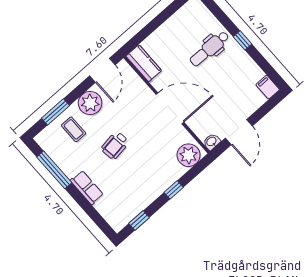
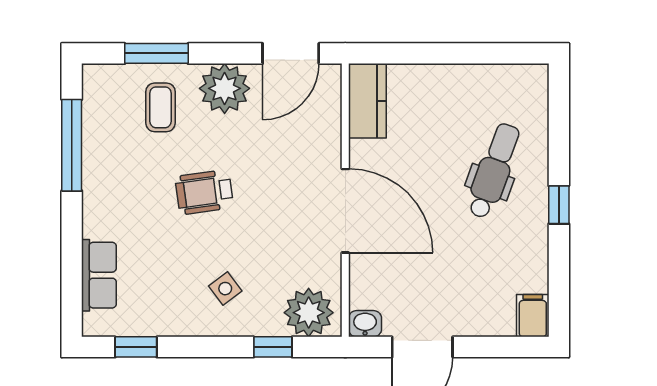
dental chair: (209, 49) -> (494, 171), turned 109
side table: (152, 173) -> (225, 289), added
row of seats: (87, 188) -> (99, 275), moved
window: (174, 190) -> (273, 347), moved

